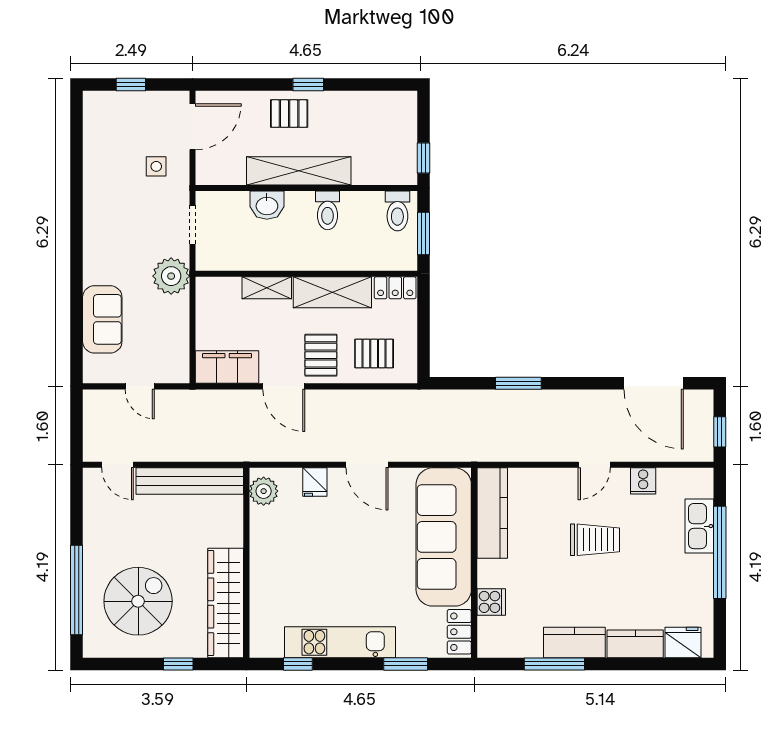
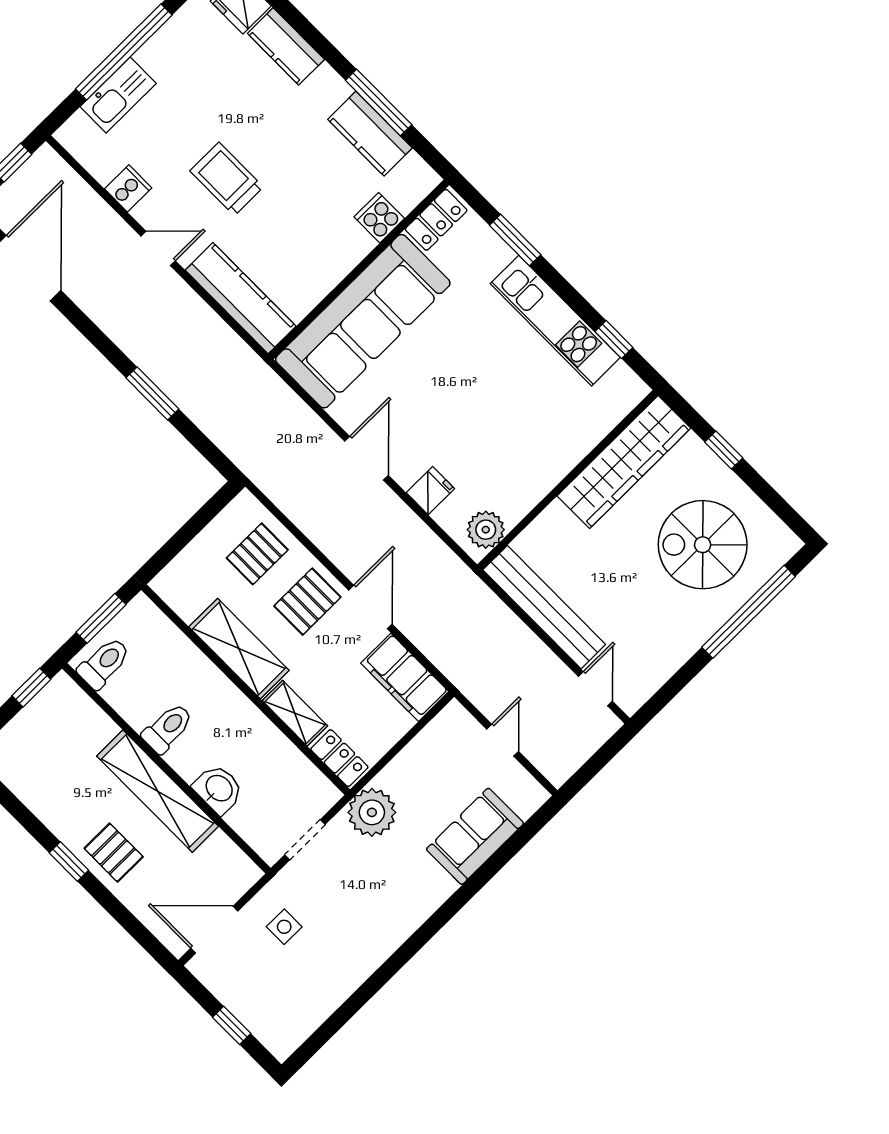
locker: (395, 288) -> (339, 758), moved
pallet: (374, 353) -> (257, 554), turned 90
kitchen counter: (492, 513) -> (241, 298), moved, turned 90
kitchen counter: (574, 642) -> (370, 134), moved

